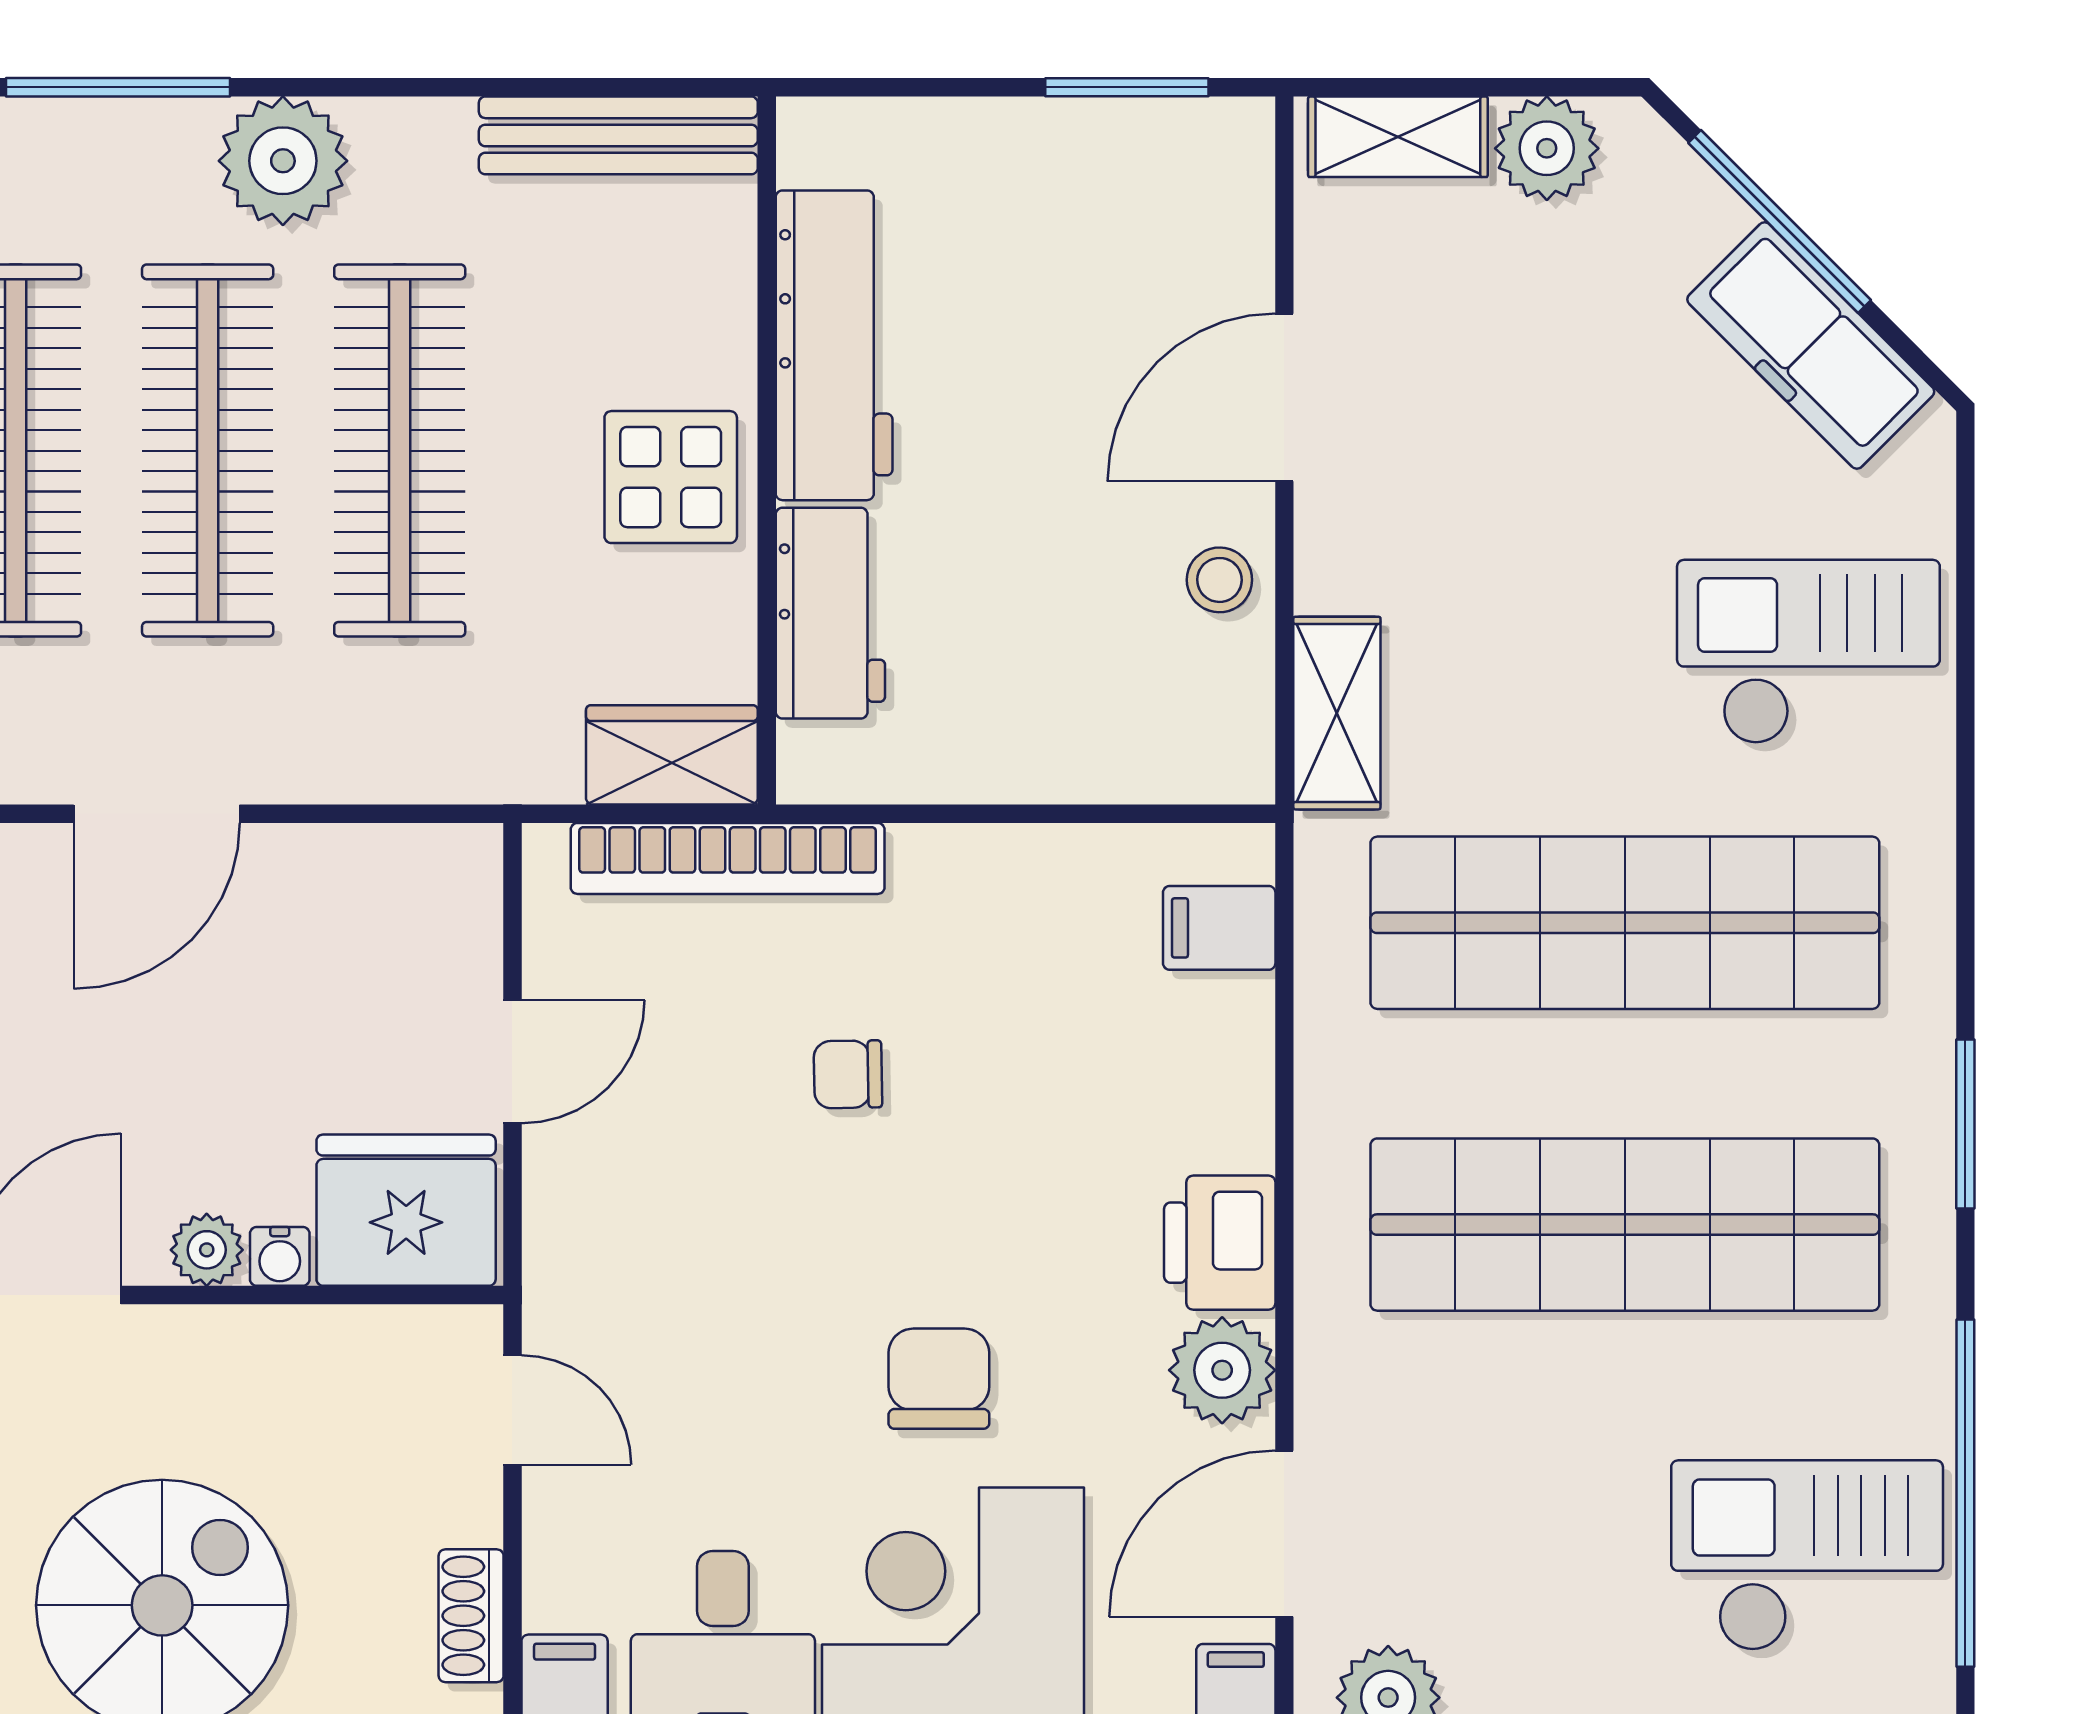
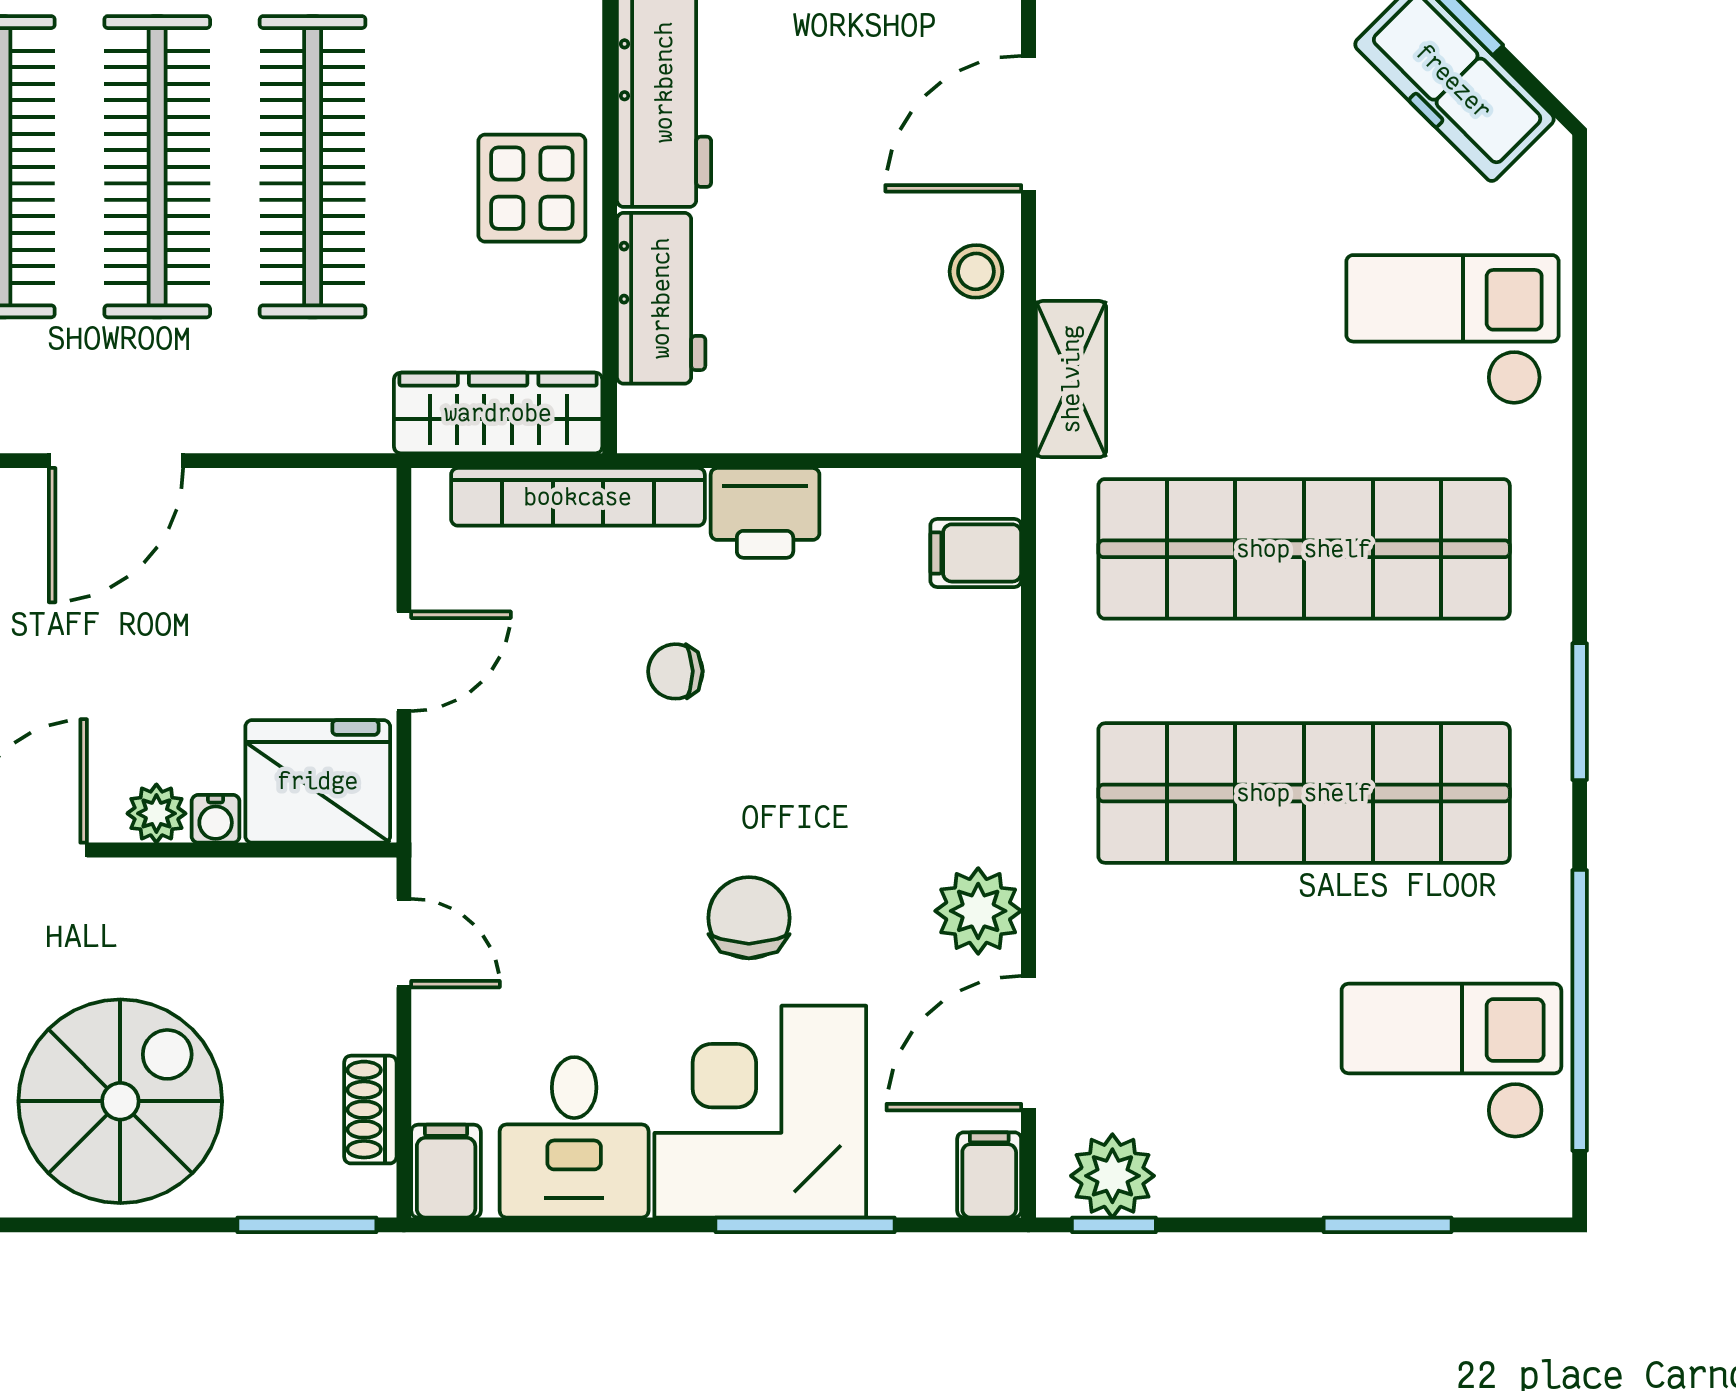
wardrobe: (672, 755) -> (498, 413), width x1.50
printer: (1220, 1243) -> (765, 513), moved, turned -90

